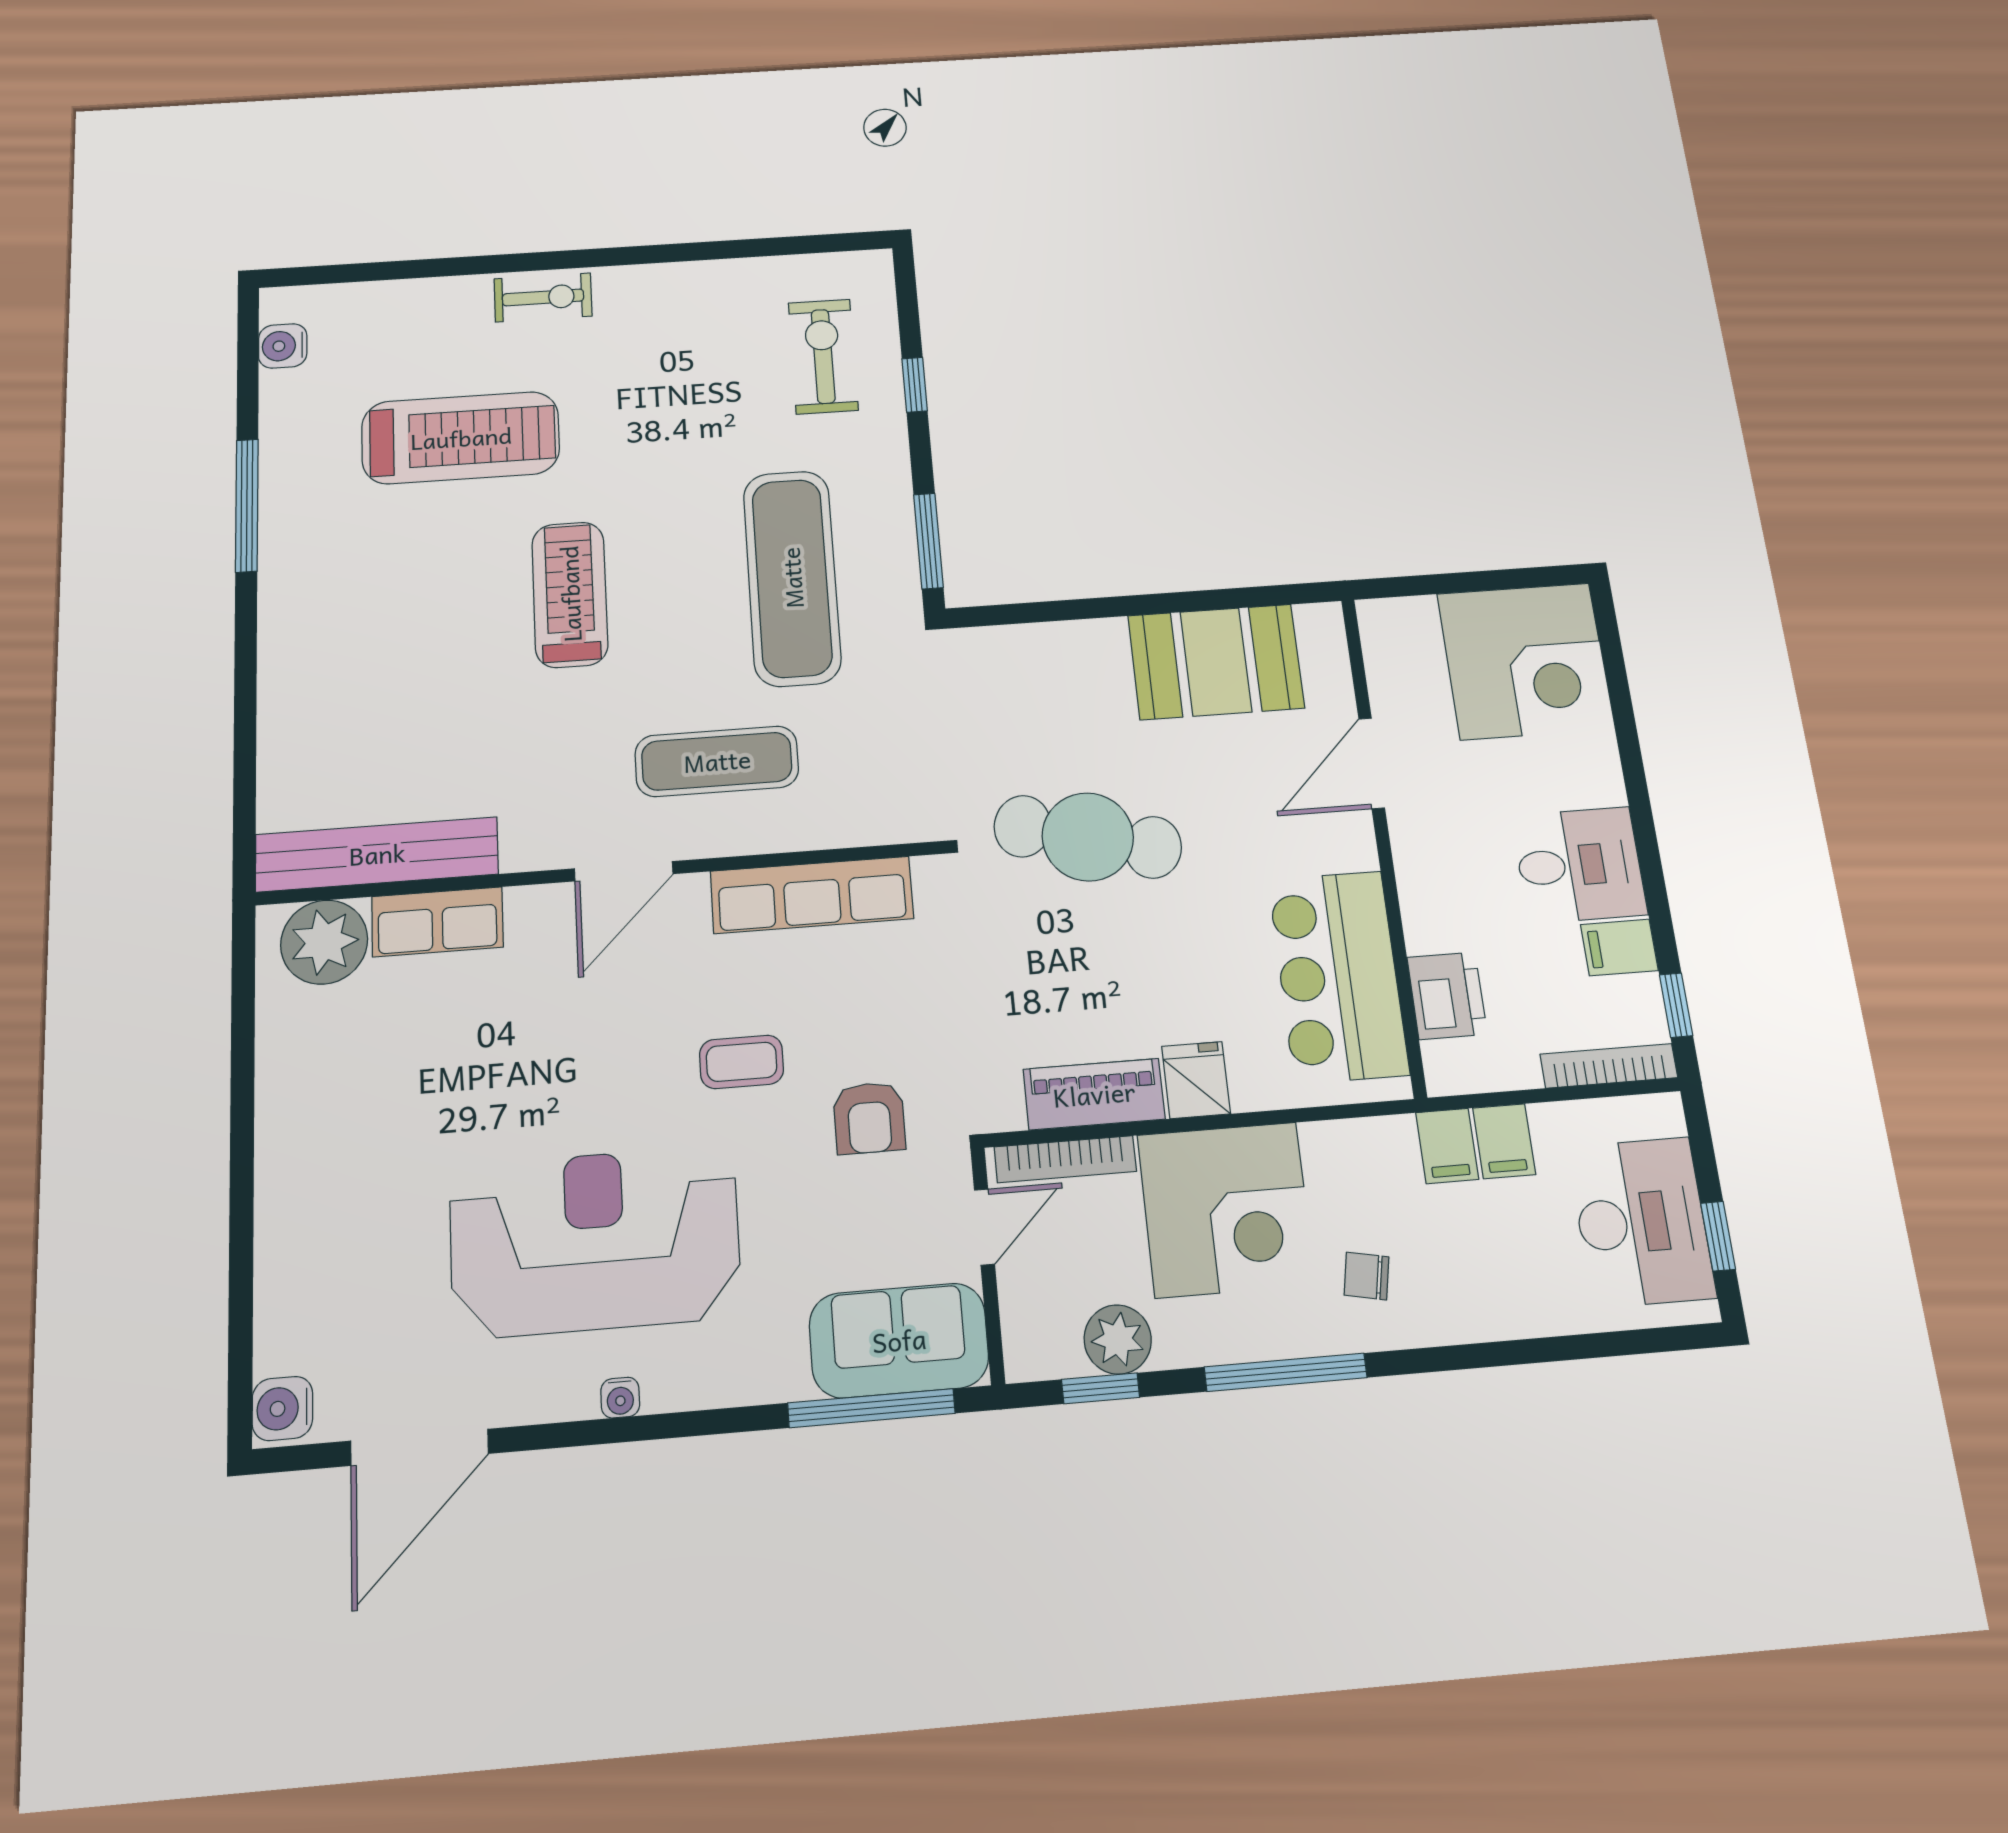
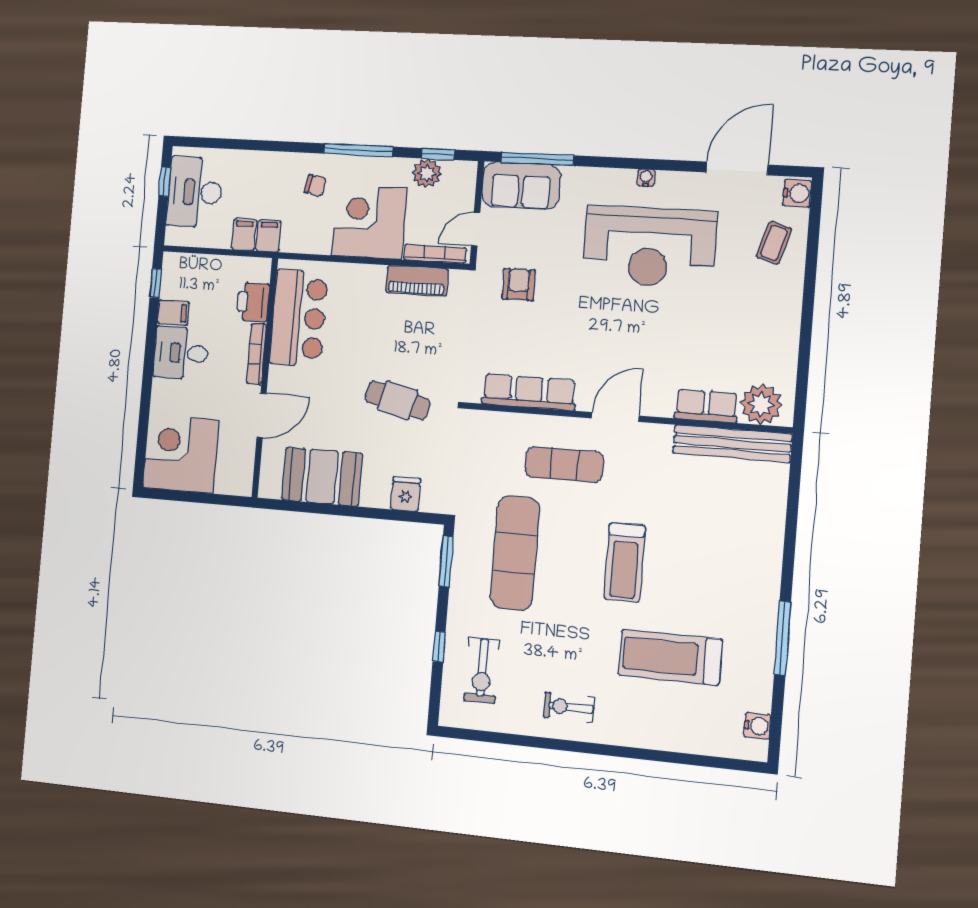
exercise bike: (543, 297) -> (569, 707), moved
cafe table: (1088, 837) -> (398, 400), width x0.73, depth x0.74
coffee table: (742, 1062) -> (774, 243), moved, turned -74
bookcase: (1609, 1066) -> (256, 354), moved, turned 90
fridge: (1196, 1080) -> (406, 494), moved, turned 180

